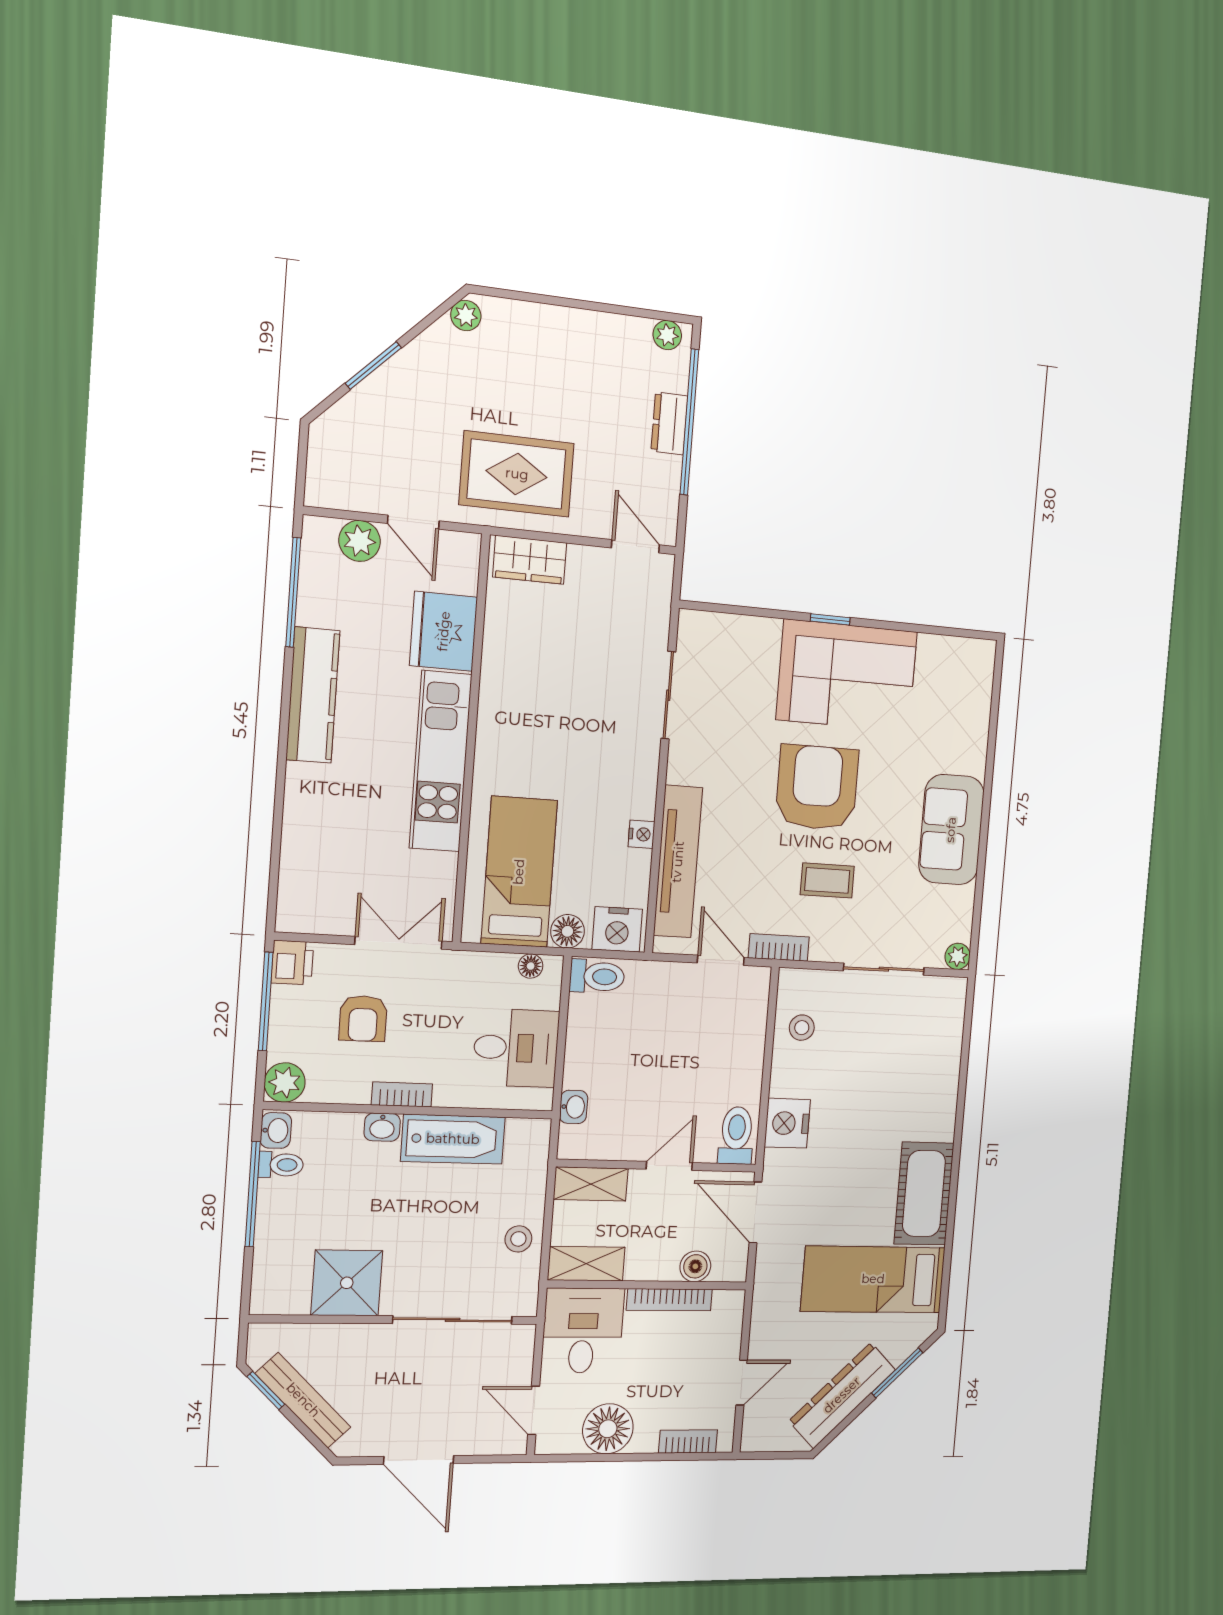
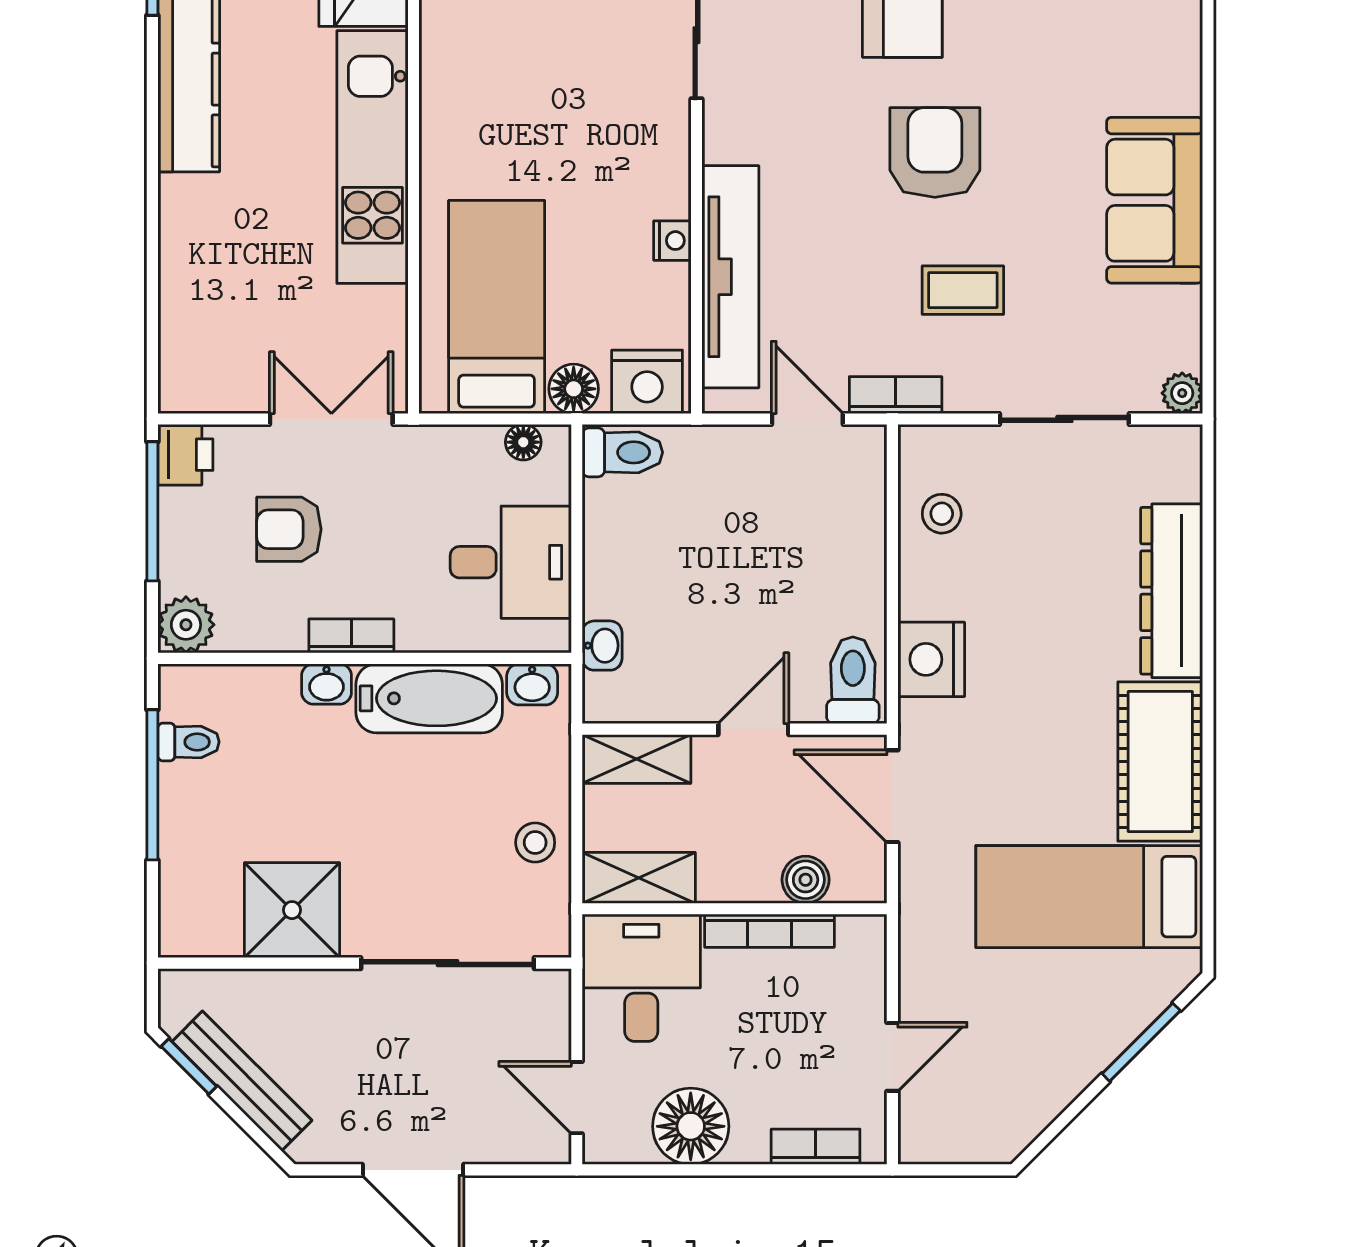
armchair: (817, 788) -> (935, 152), width x0.73, depth x0.73
armchair: (363, 1018) -> (289, 529), turned 90
washbasin: (276, 1130) -> (532, 684), moved, turned 90
dresser: (842, 1395) -> (1172, 591), moved, turned -45

